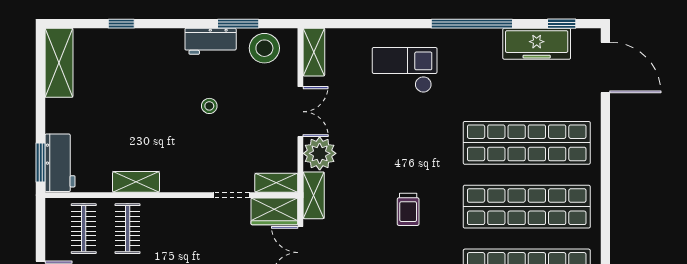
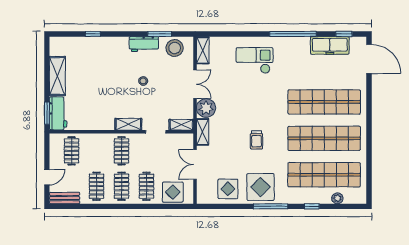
shelving: (59, 63) -> (57, 76), moved
shelving: (136, 182) -> (128, 124), moved
wardrobe: (274, 211) -> (180, 141), removed
clothes rail: (128, 229) -> (121, 151), moved

